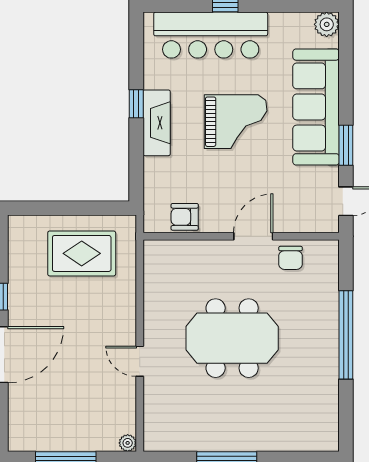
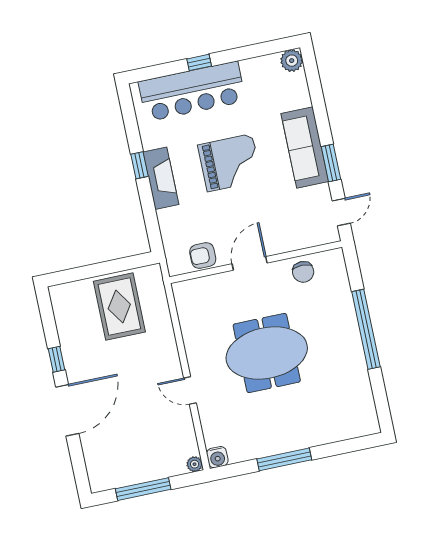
sofa: (316, 107) -> (305, 148), width x0.74, depth x0.79
door: (253, 236) -> (250, 263), moved
rug: (82, 253) -> (119, 307), turned 90
water cooler: (154, 440) -> (217, 457), added

